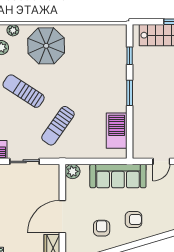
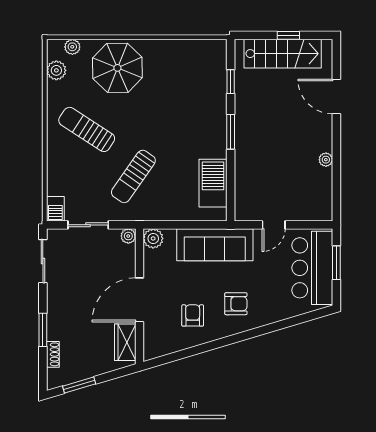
plant: (54, 170) -> (128, 236), added

